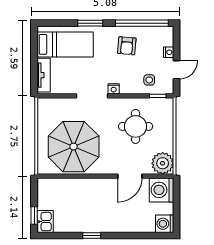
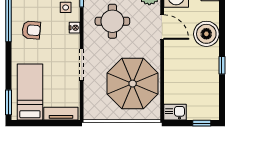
window: (90, 23) -> (9, 102), moved
nightstand: (114, 89) -> (75, 28), moved
boiler: (123, 220) -> (206, 34), added
kitchen sink: (45, 222) -> (175, 112), moved

